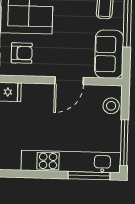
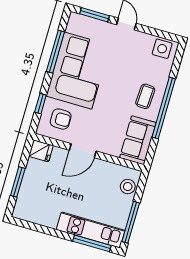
door: (69, 81) -> (83, 151), moved
kitchen unit: (71, 162) -> (91, 230), width x0.73

